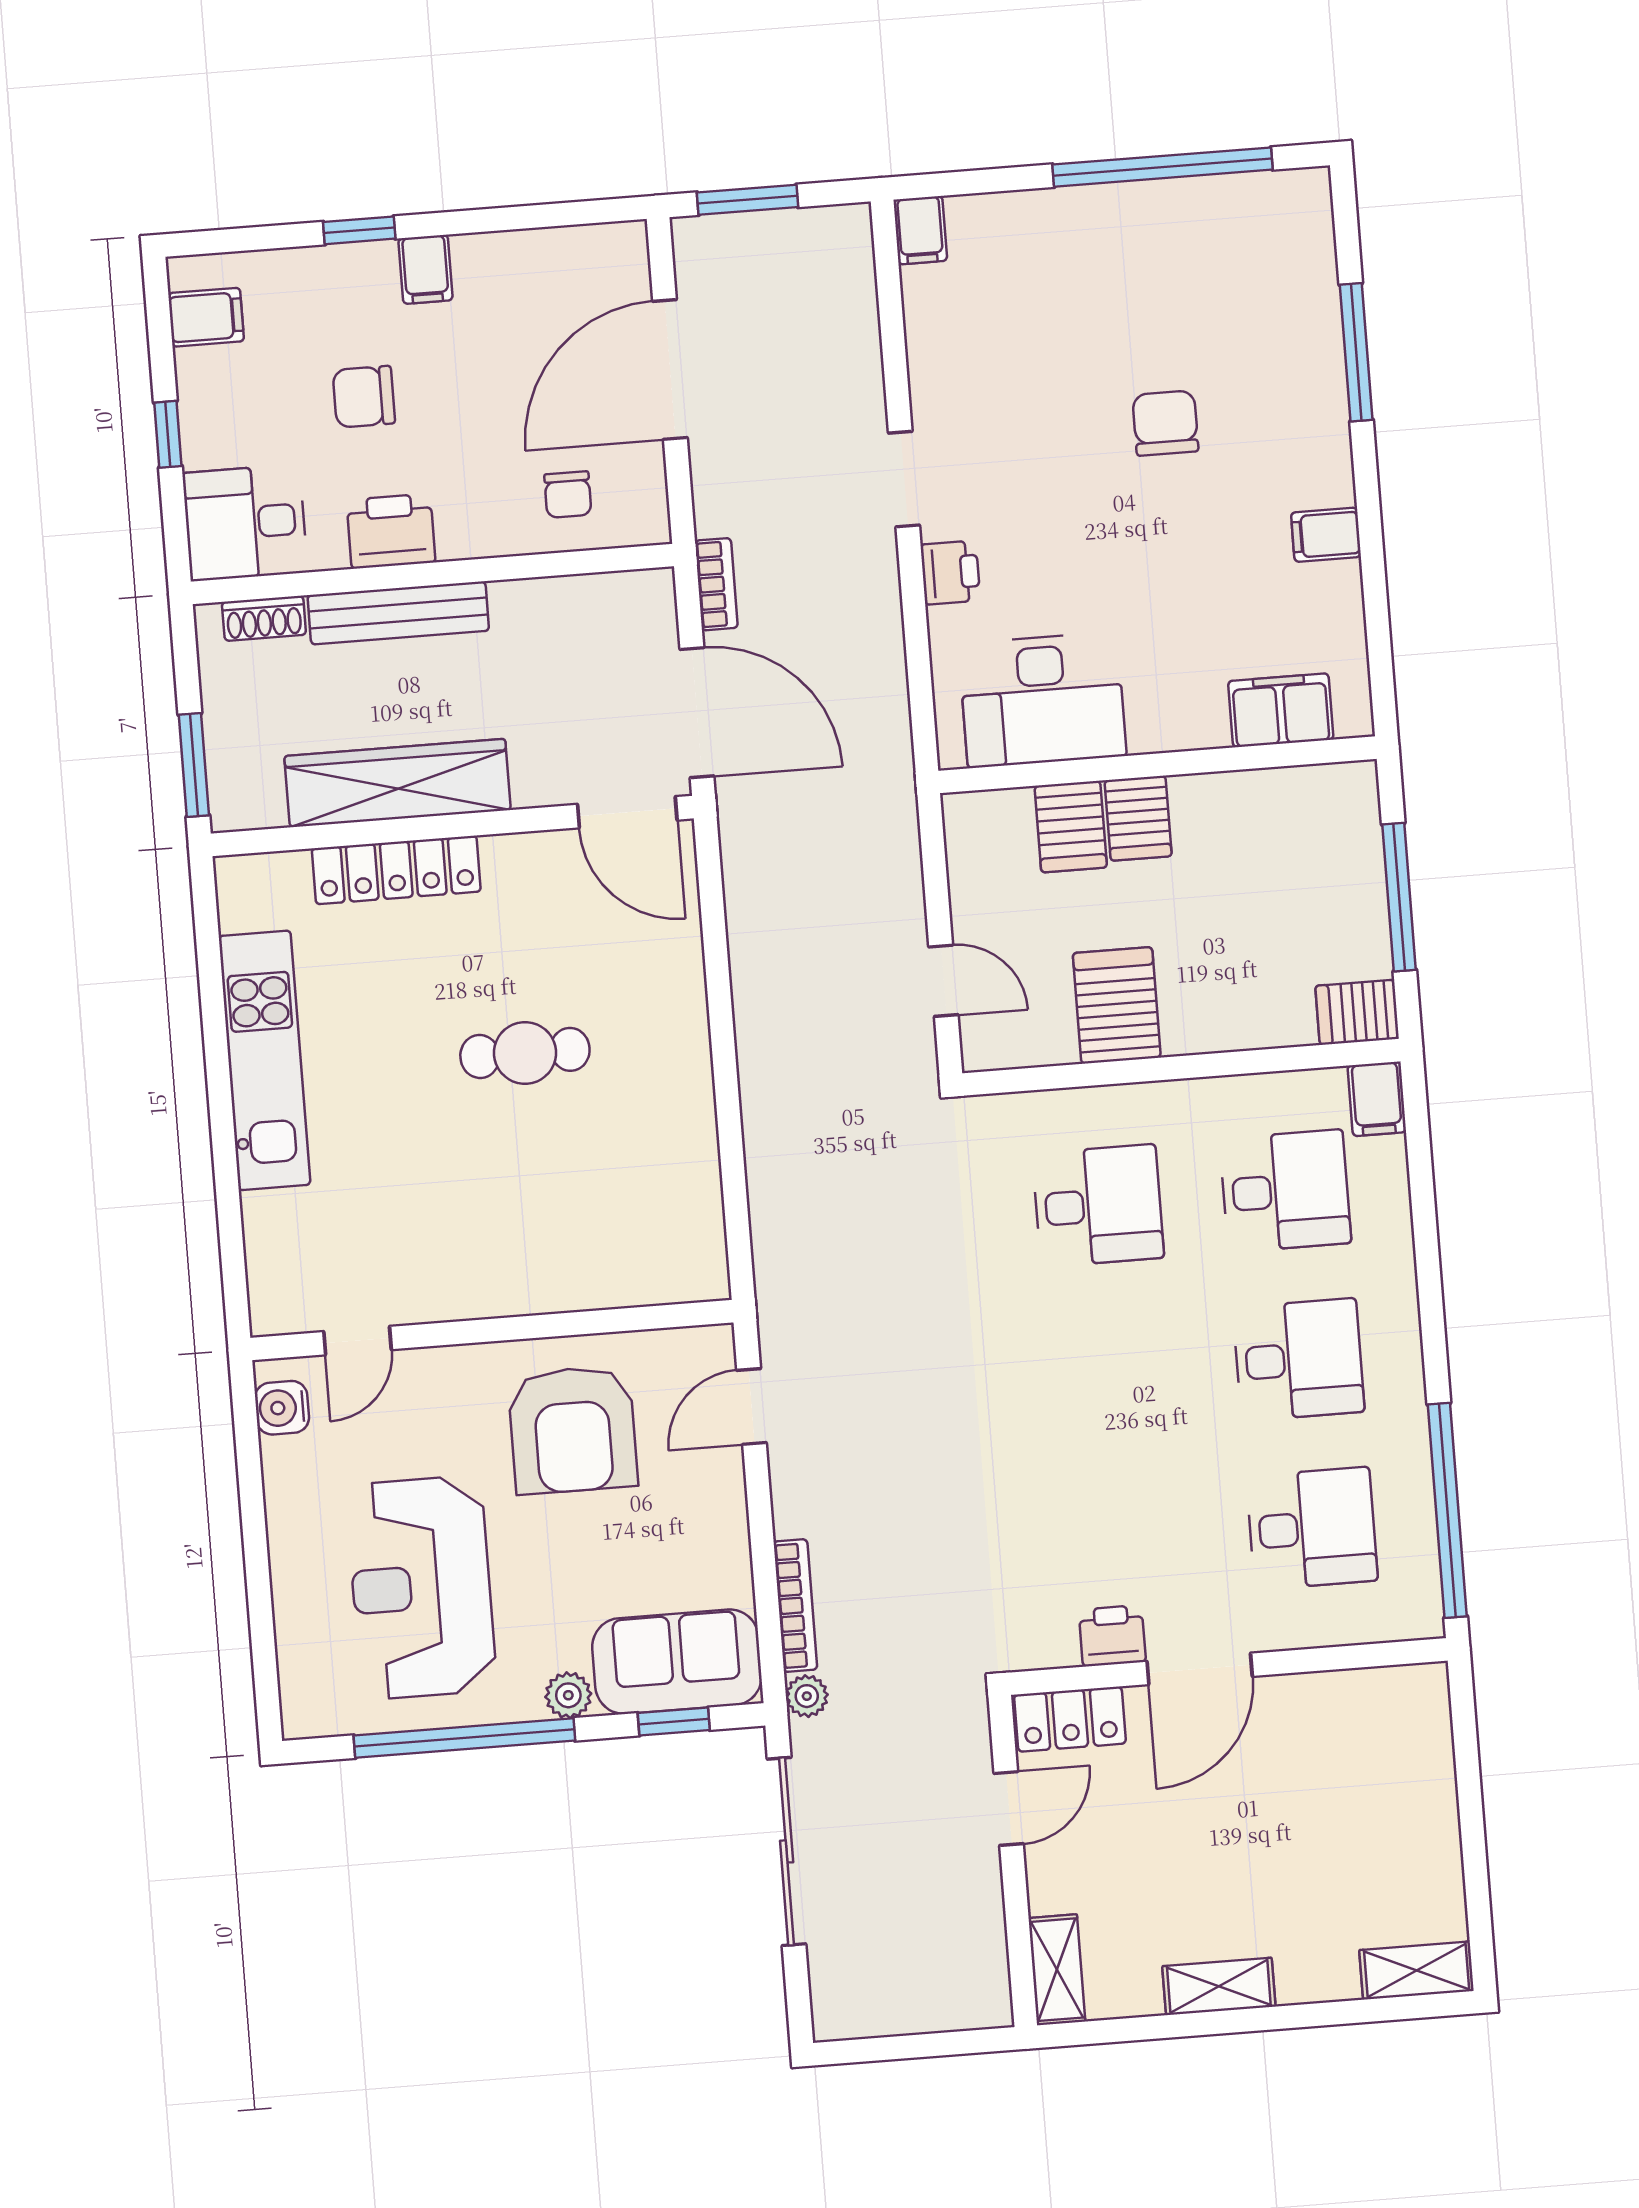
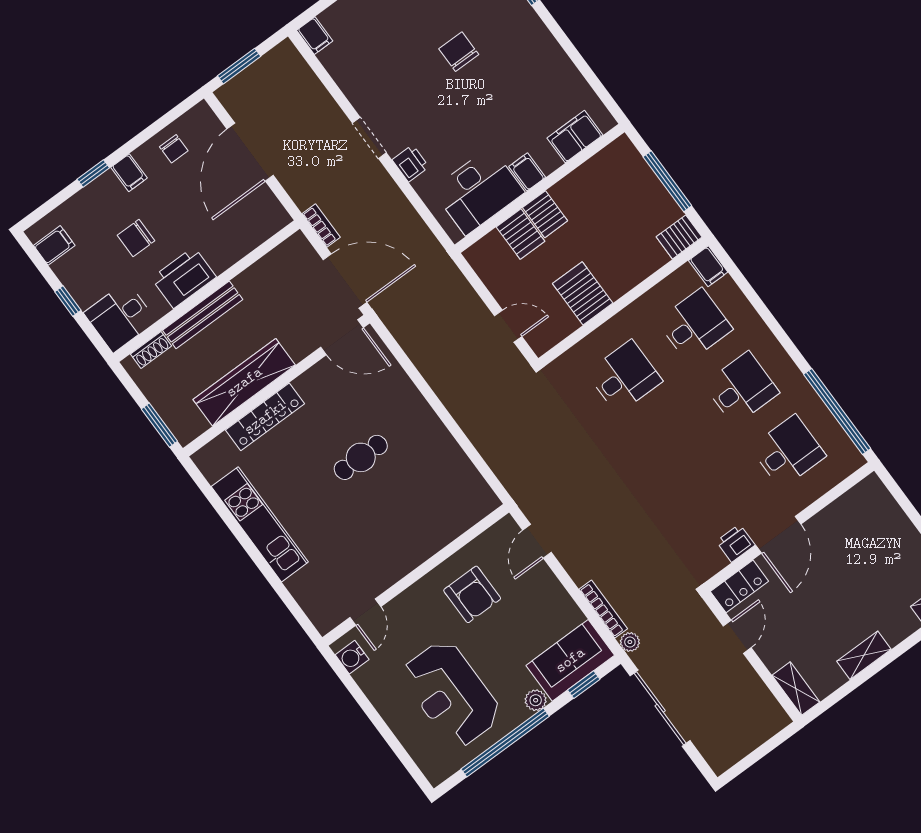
chair: (568, 495) -> (174, 149), moved
printer: (391, 531) -> (184, 278), width x1.37, depth x1.19
filing cabinet: (1326, 535) -> (527, 172), moved, turned 90
armchair: (573, 1430) -> (472, 594), width x0.73, depth x0.73

